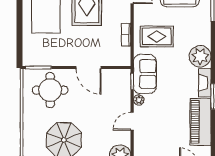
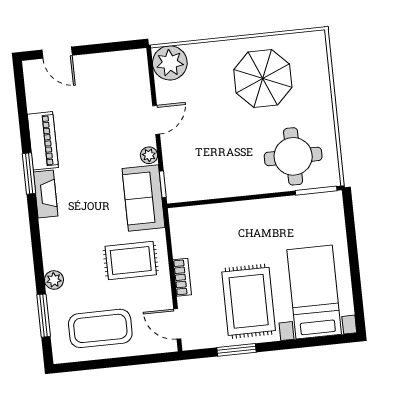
bookcase: (126, 35) -> (182, 277), moved
plant: (200, 56) -> (54, 280), moved, width x0.53, depth x0.53
door: (89, 68) -> (235, 199), removed
piano: (201, 122) -> (43, 141), width x0.73, depth x0.75

